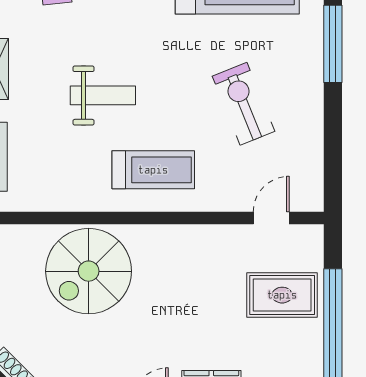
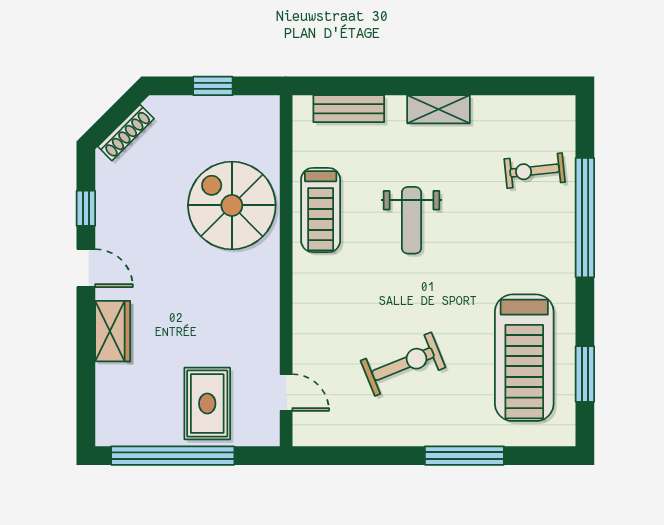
treadmill: (153, 170) -> (321, 210), moved

